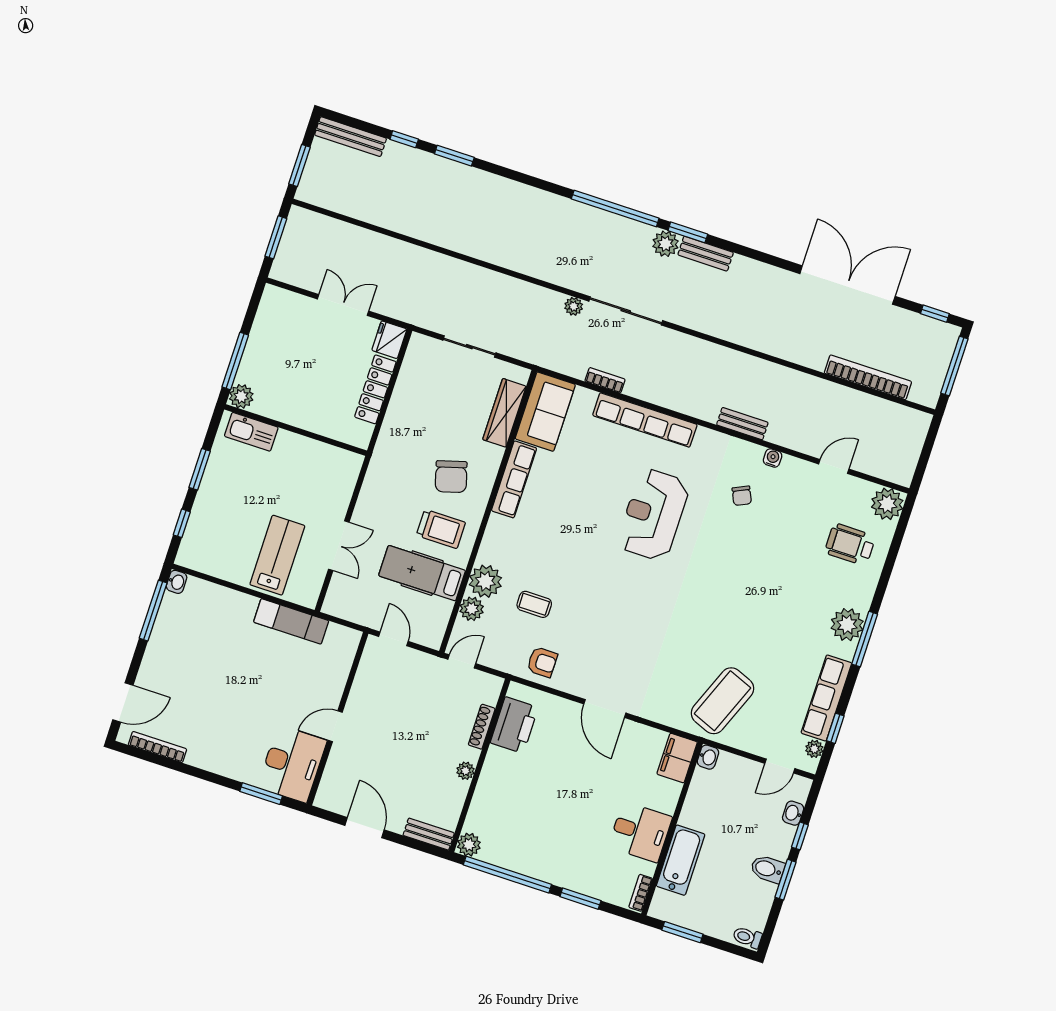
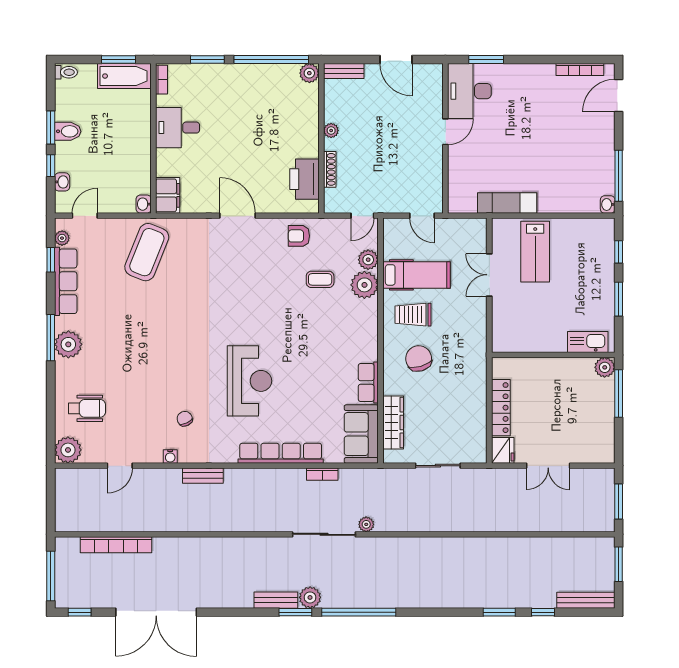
row of seats: (514, 479) -> (368, 382), width x0.68
bathtub: (681, 860) -> (124, 76), moved, turned -90

